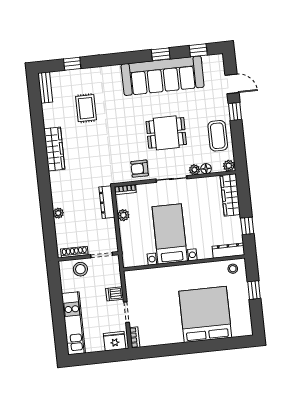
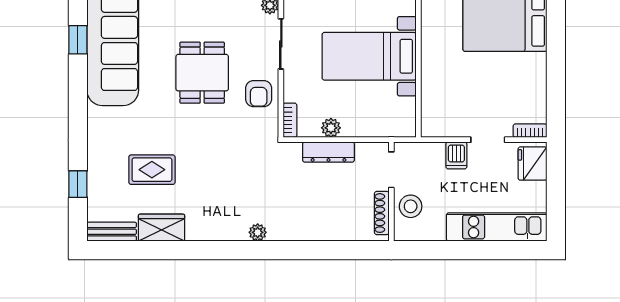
dining table: (166, 133) -> (202, 73), moved
wardrobe: (54, 149) -> (161, 228), moved, width x0.67
dresser: (107, 202) -> (328, 152), moved
plant: (58, 213) -> (258, 232), moved

